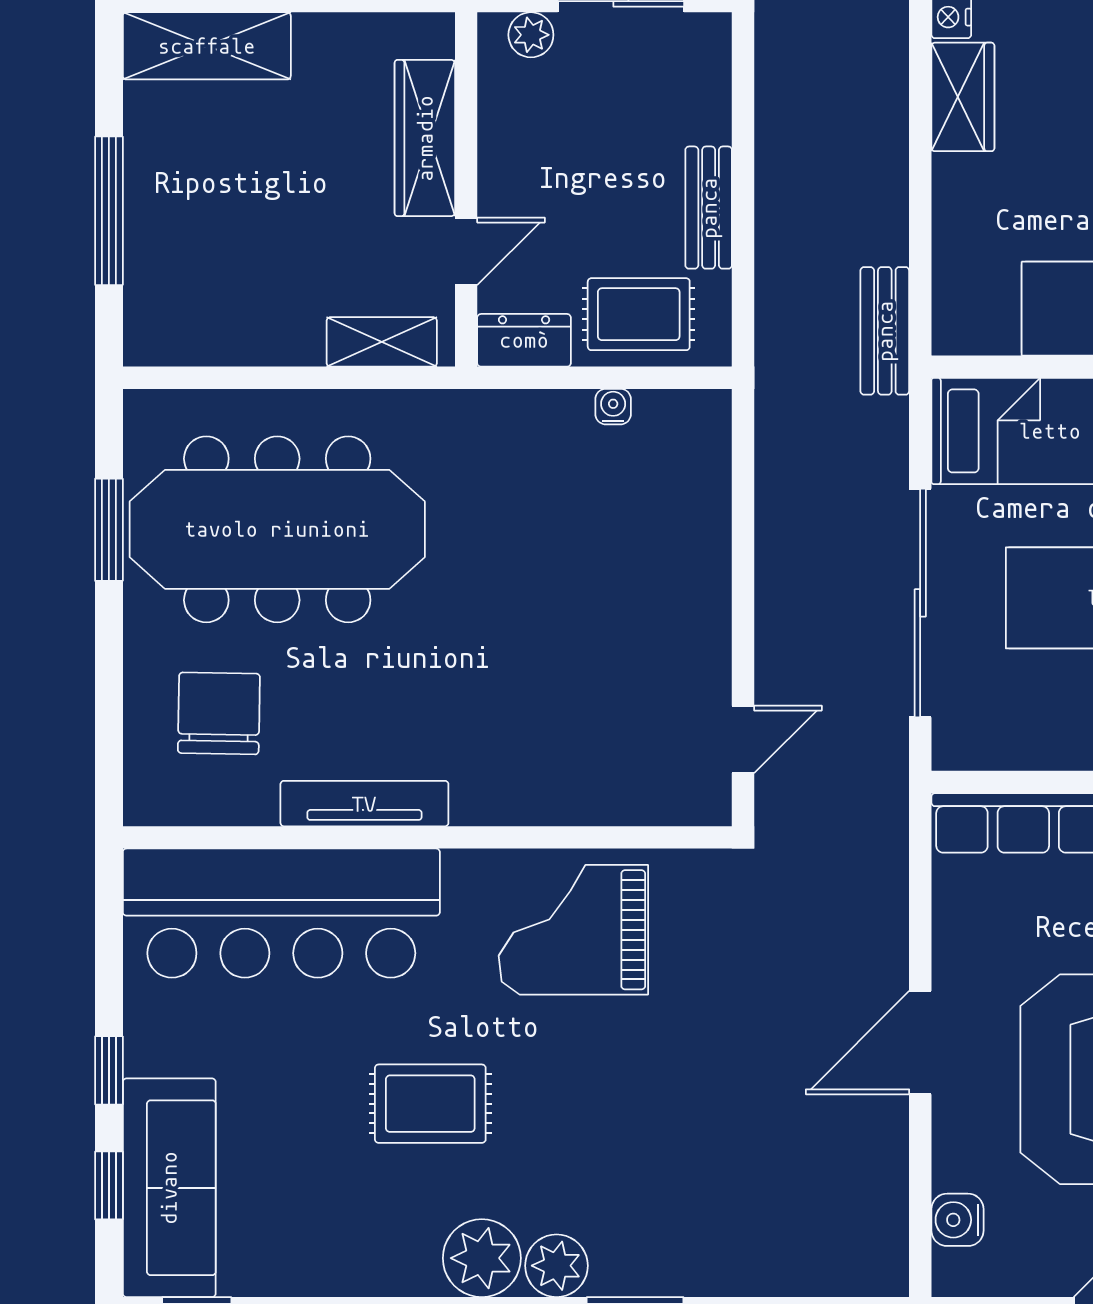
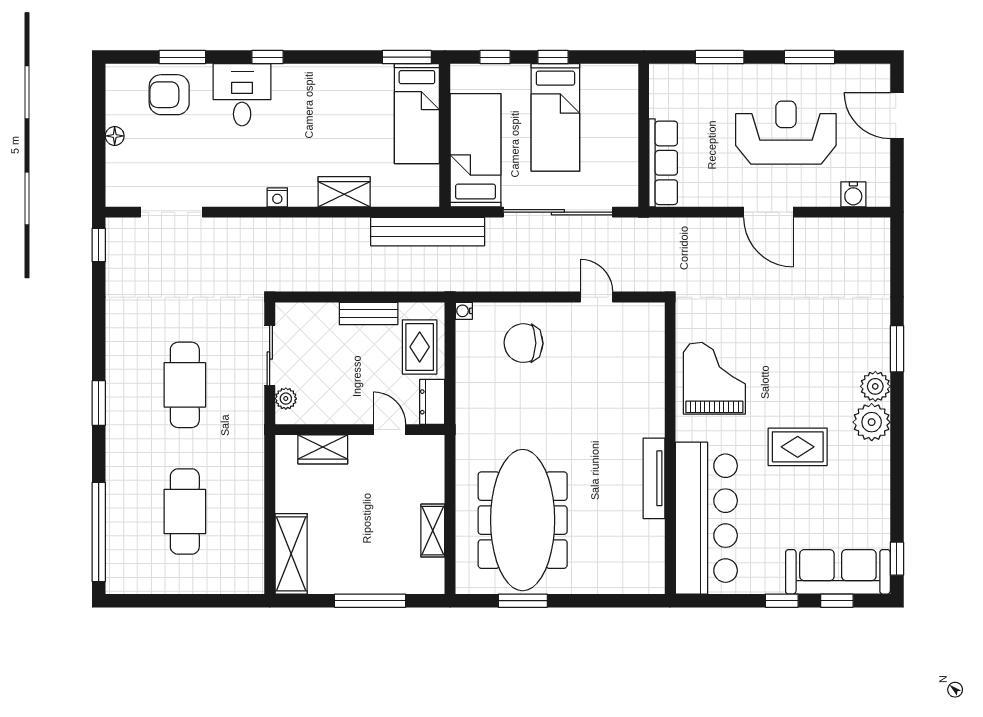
wardrobe: (963, 97) -> (344, 192), moved
wardrobe: (425, 138) -> (323, 449), width x0.67
bench: (885, 331) -> (428, 232), width x1.86, depth x1.21
shelving: (382, 342) -> (433, 531), moved
water cooler: (613, 407) -> (464, 311), moved
chair: (219, 713) -> (524, 343), moved
door: (743, 739) -> (596, 297), moved
grand piano: (573, 930) -> (714, 378), turned 180
rug: (430, 1104) -> (798, 447), turned 90

